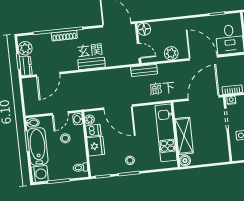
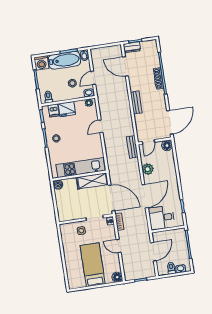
plant: (25, 48) -> (147, 46), removed
door: (118, 107) -> (100, 126), width x0.53
door: (60, 113) -> (93, 78), hinge flipped
dishwasher: (93, 130) -> (54, 110), moved
shelving: (184, 136) -> (92, 181), moved

